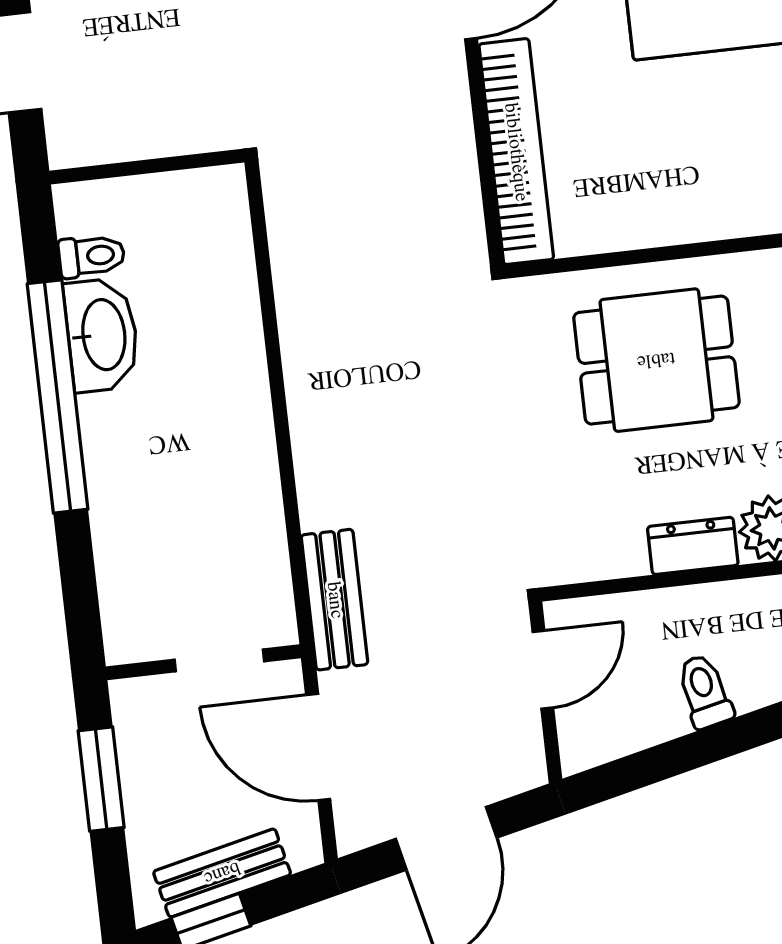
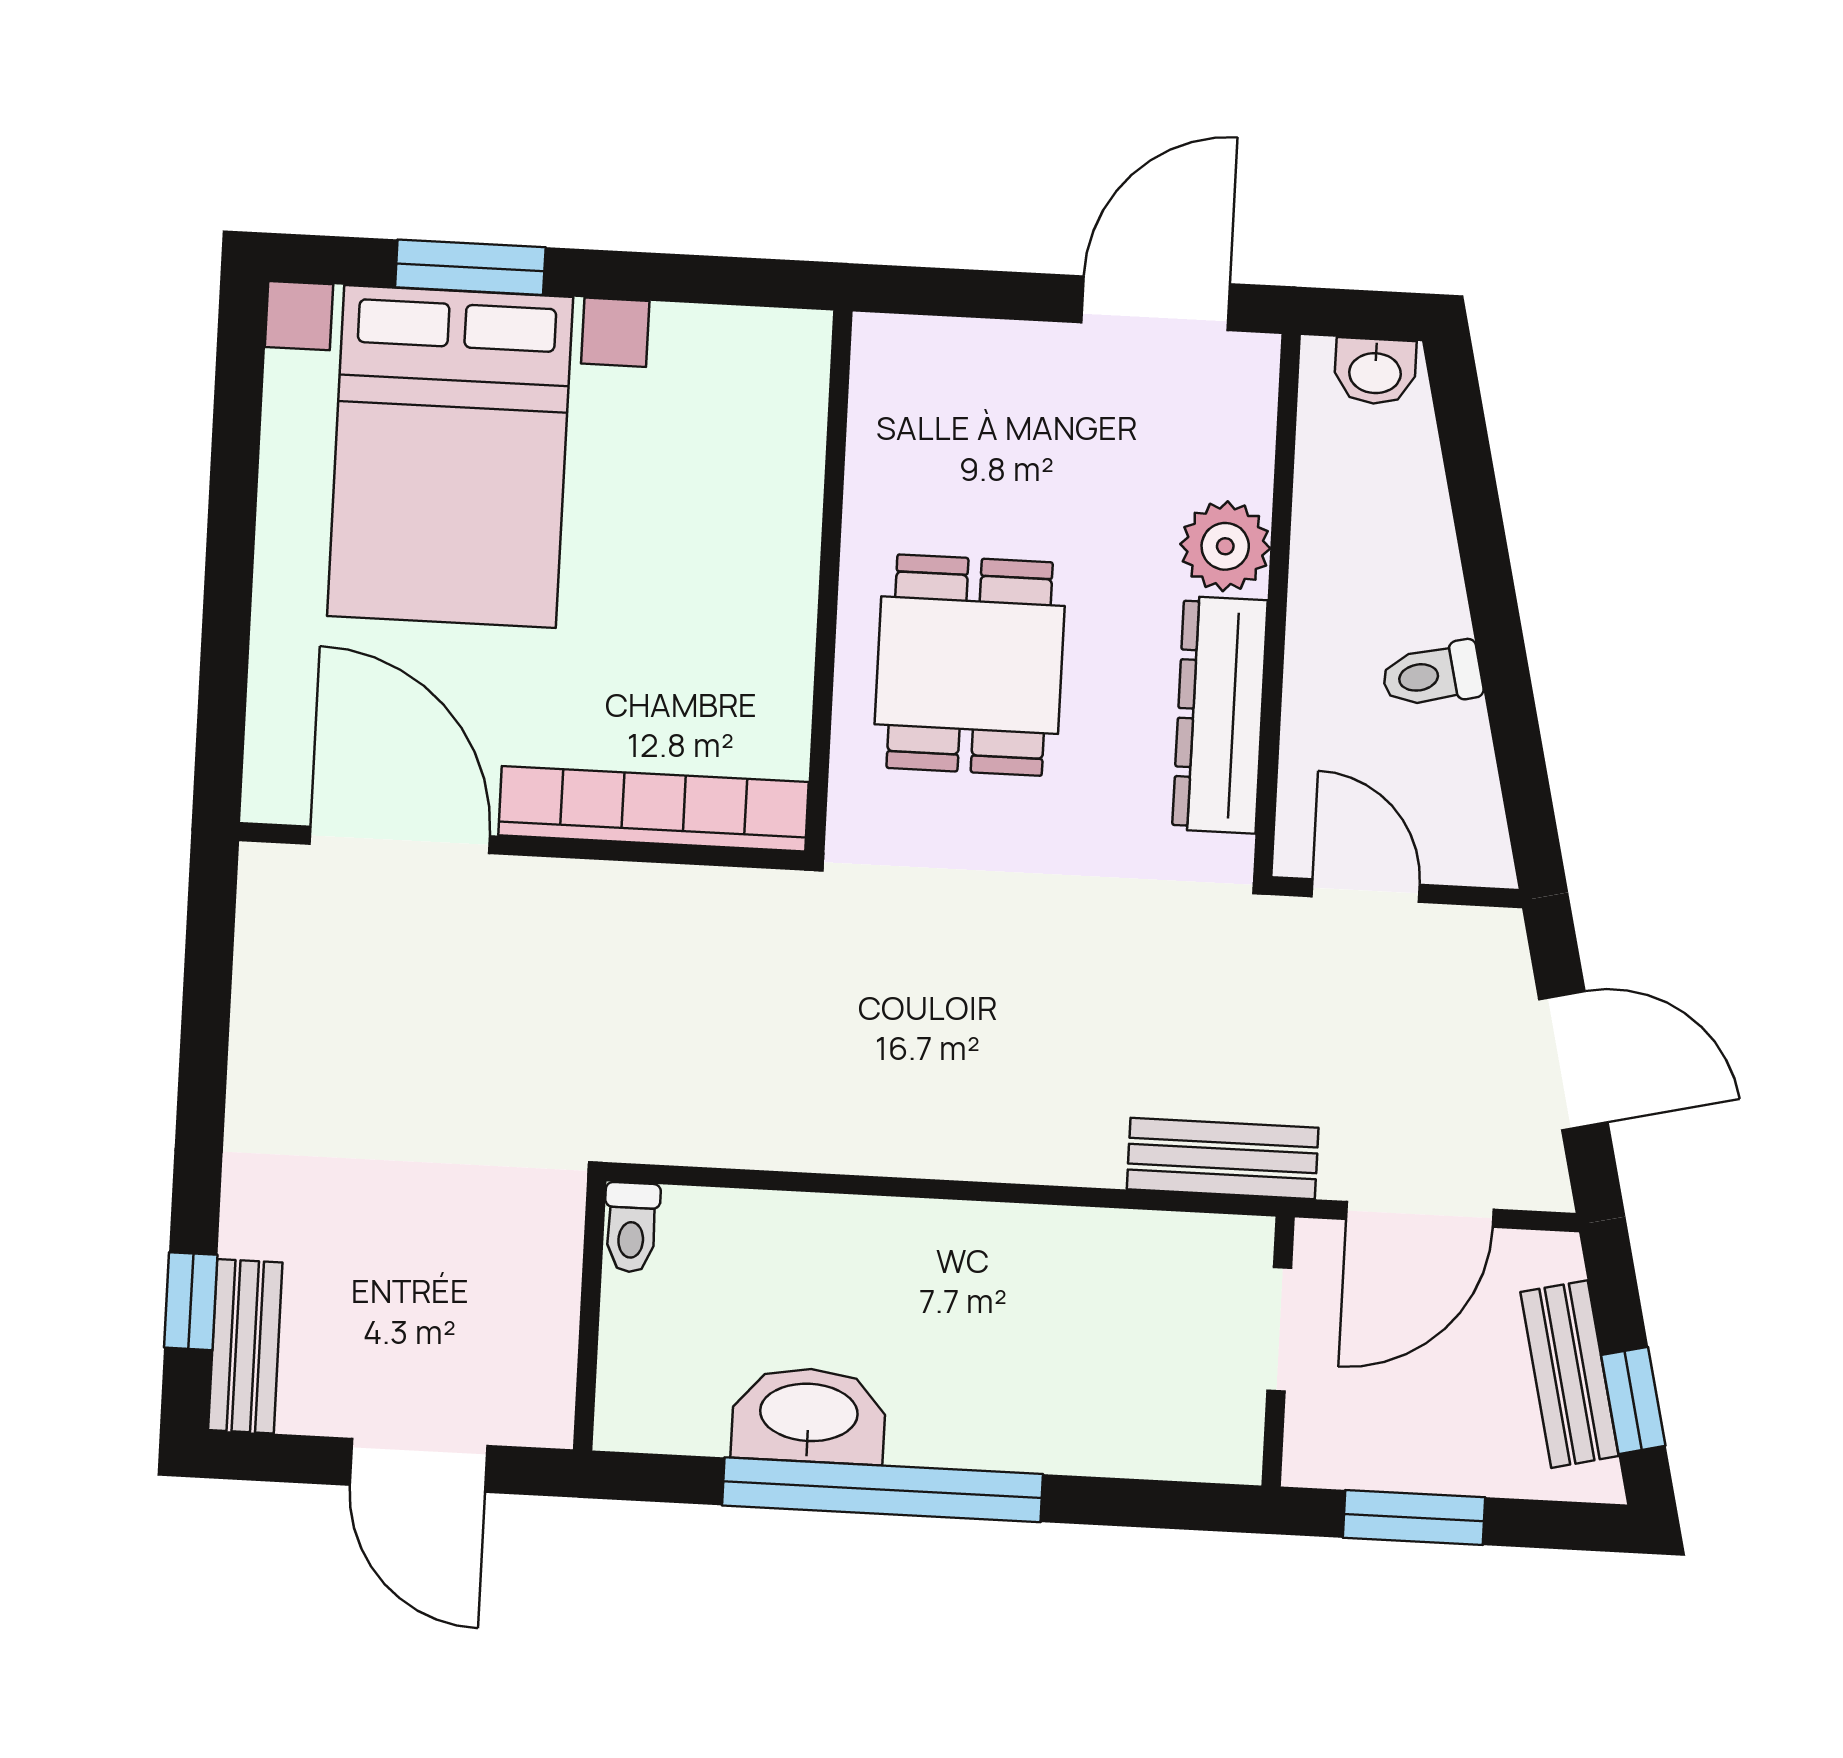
toilet: (92, 256) -> (631, 1227), moved, turned 180
dresser: (693, 546) -> (1220, 715), width x1.96, depth x1.24

